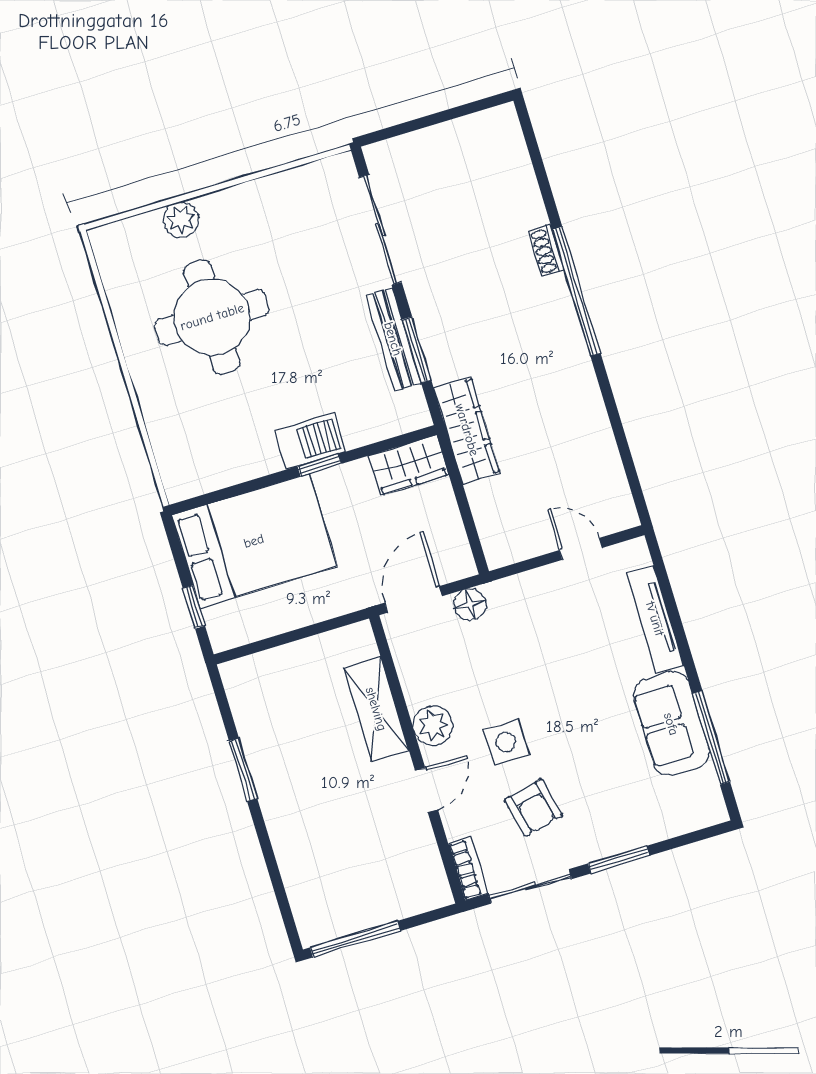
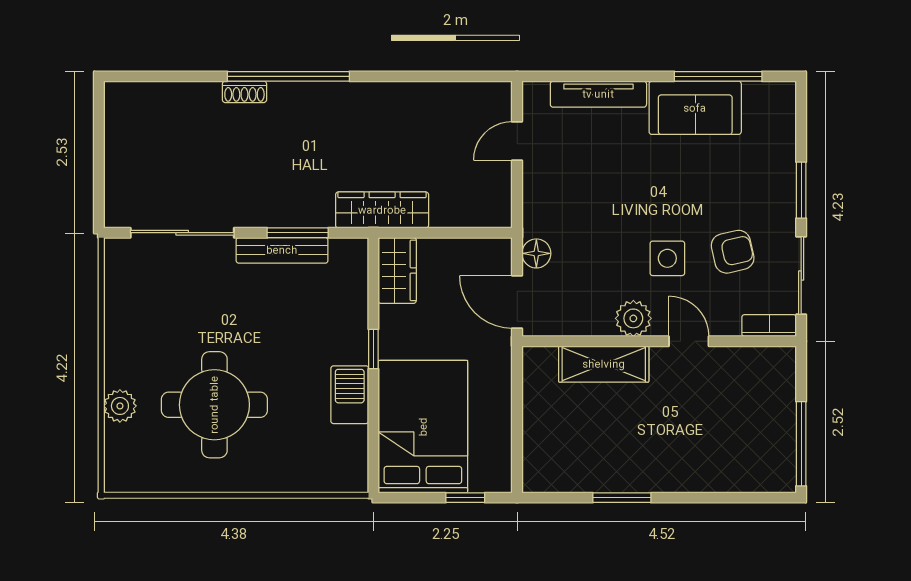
barbecue: (310, 441) -> (350, 395), moved

